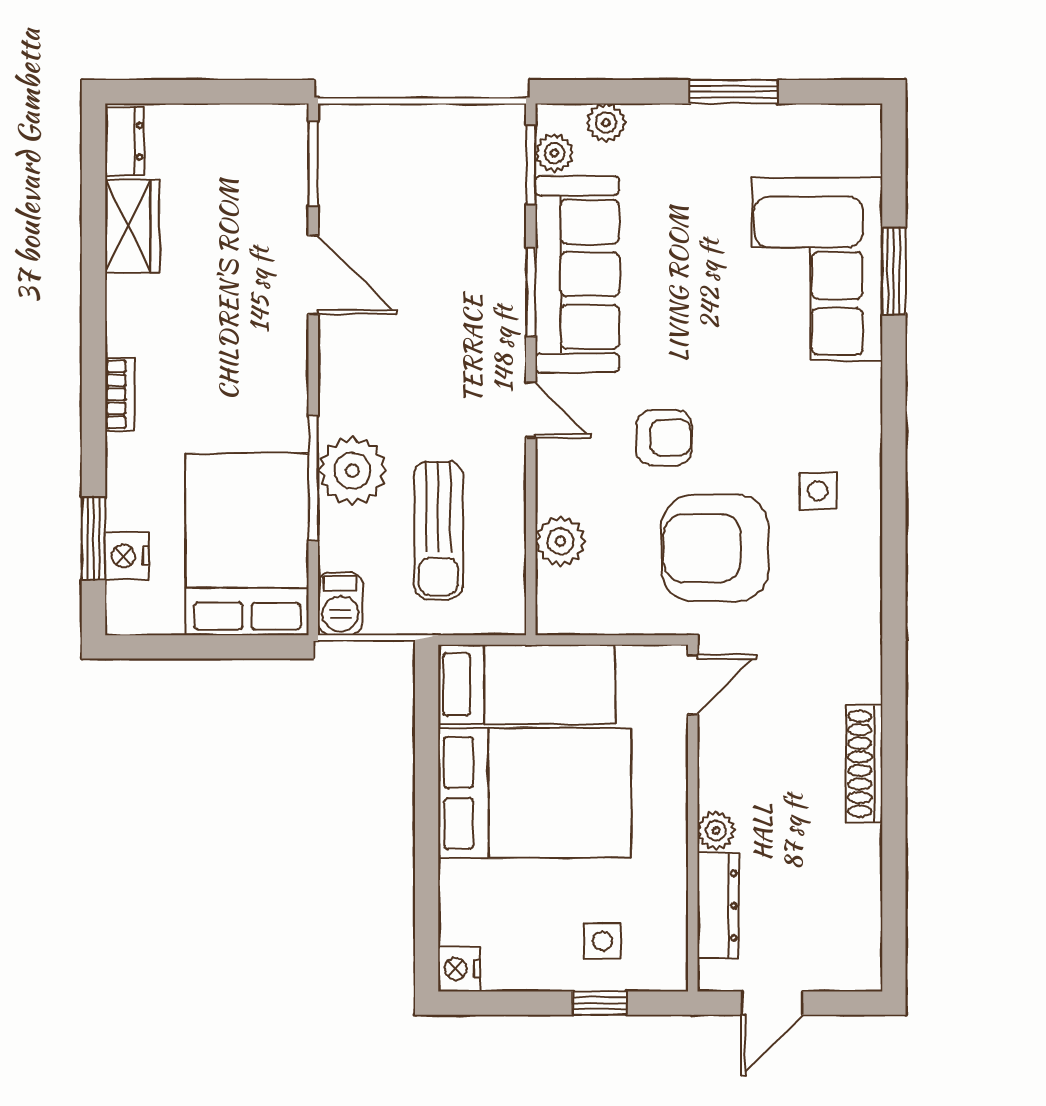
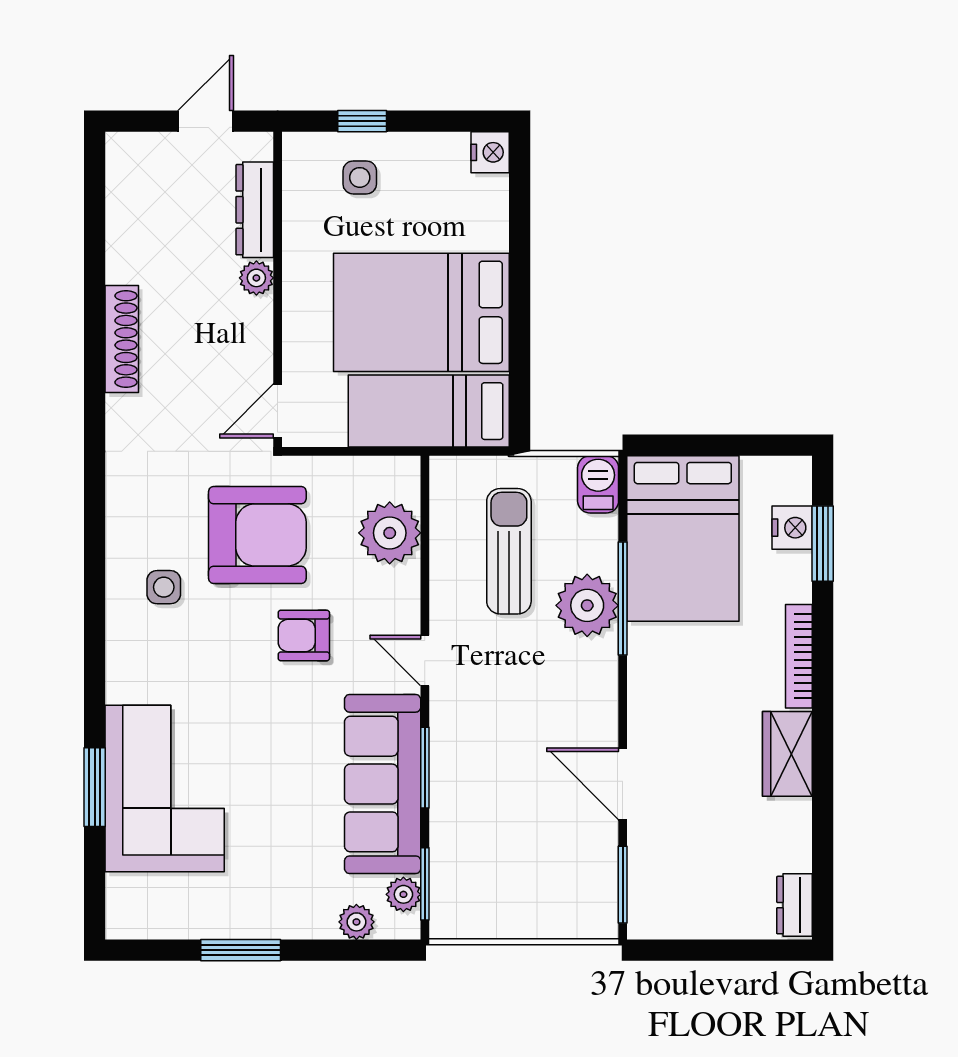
wardrobe: (132, 226) -> (787, 754), moved
bookcase: (120, 394) -> (799, 656), width x1.56
plant: (560, 541) -> (390, 533), width x1.36, depth x1.36

